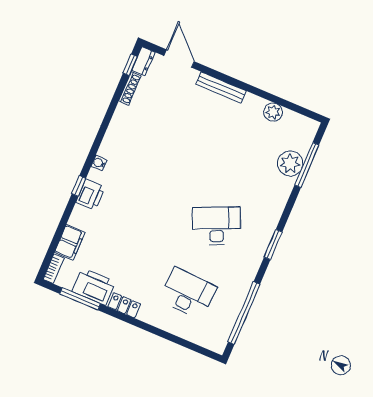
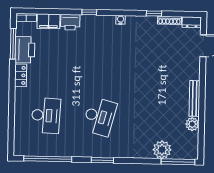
window: (130, 65) -> (154, 14), moved
bench: (221, 88) -> (194, 98), moved
water cooler: (99, 163) -> (121, 20), moved
window: (307, 165) -> (178, 162), moved
printer: (90, 195) -> (70, 22), moved
desk: (216, 226) -> (100, 117), turned 39

